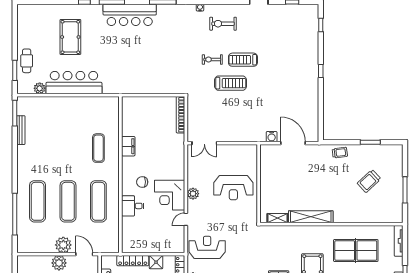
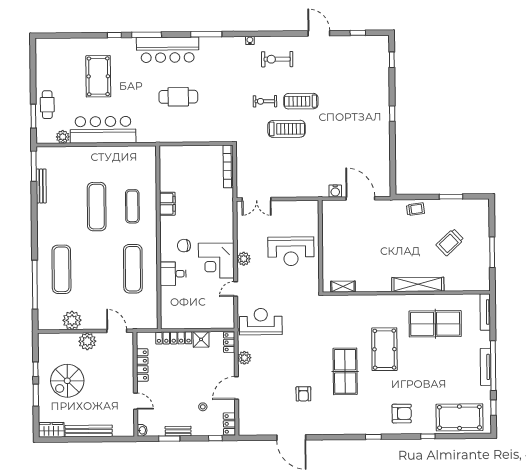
cafe table: (138, 55) -> (178, 97), added
exercise mat: (68, 201) -> (97, 207), moved
shelving: (311, 217) -> (418, 284), moved
plant: (63, 245) -> (72, 320), moved

